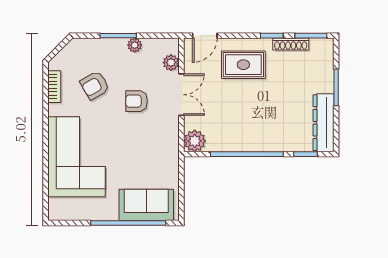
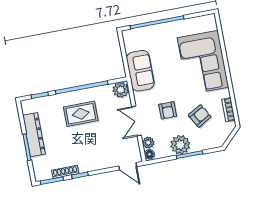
door: (205, 36) -> (128, 166), swing flipped
plant: (135, 45) -> (180, 145), width x1.87, depth x1.87
floor lamp: (172, 46) -> (149, 154), added
rug: (243, 65) -> (81, 114), moved
armchair: (136, 101) -> (168, 110), turned 90
dresser: (323, 123) -> (34, 135), moved
sofa: (146, 205) -> (140, 71), moved, turned -90

